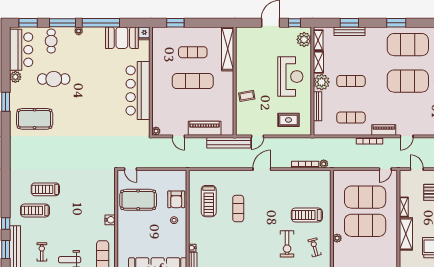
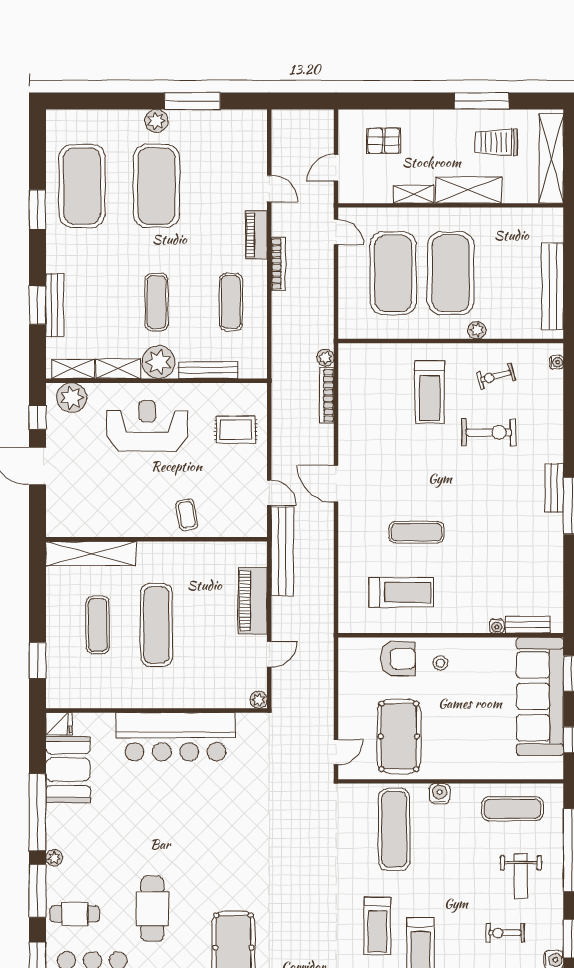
rug: (288, 120) -> (236, 430), turned 90
exercise mat: (93, 198) -> (394, 829), added

